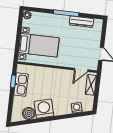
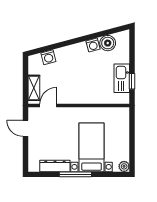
bed with nightstands: (39, 45) -> (92, 147), moved, turned 90
washing machine: (44, 109) -> (93, 45), width x0.53, depth x0.53

